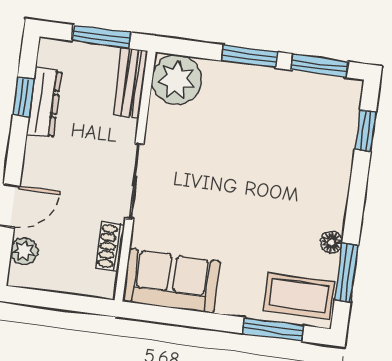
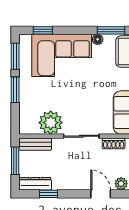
plant: (177, 80) -> (51, 123), moved
dresser: (44, 103) -> (35, 184), moved
corner sofa: (308, 163) -> (62, 55), added

